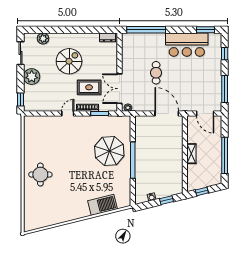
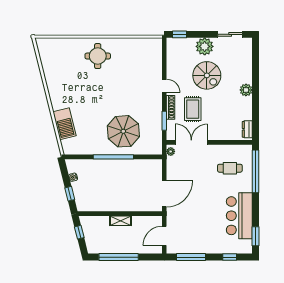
plant: (43, 38) -> (246, 90), moved
spiral stairs: (69, 61) -> (207, 75), moved
cafe table: (156, 73) -> (230, 168), moved

